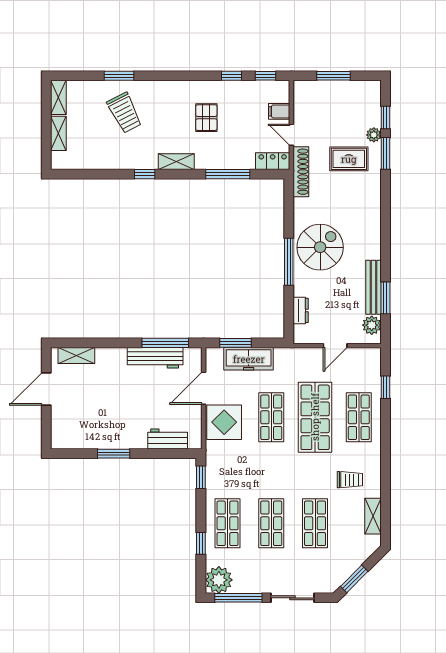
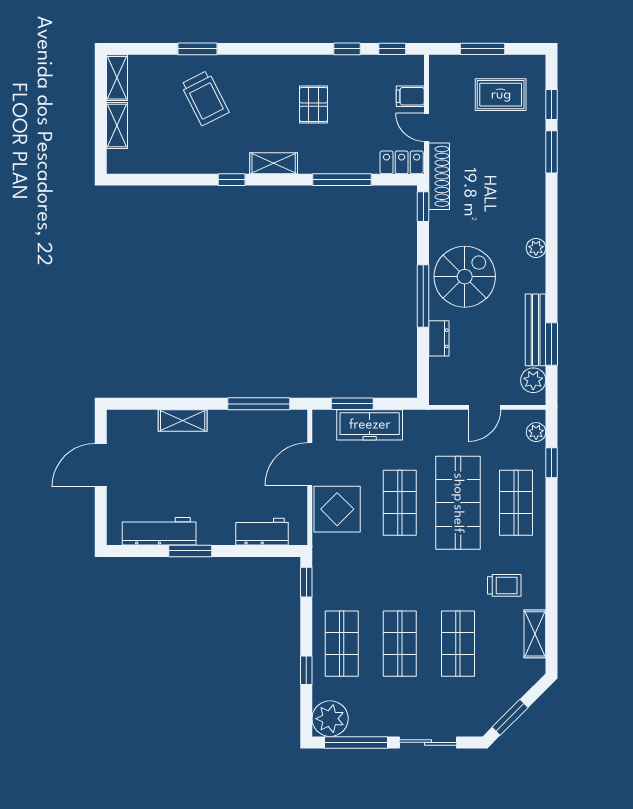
plant: (374, 135) -> (536, 248), moved
rug: (349, 159) -> (501, 95), moved
window: (289, 194) -> (423, 207), added
dresser: (301, 310) -> (439, 338), moved
shelving: (76, 355) -> (183, 421), moved
workbench: (155, 358) -> (159, 531), moved, turned 180
plant: (374, 364) -> (536, 432), added

